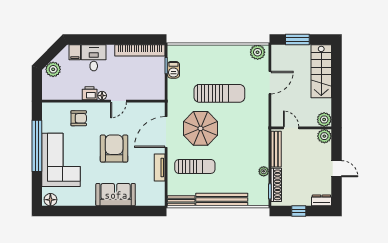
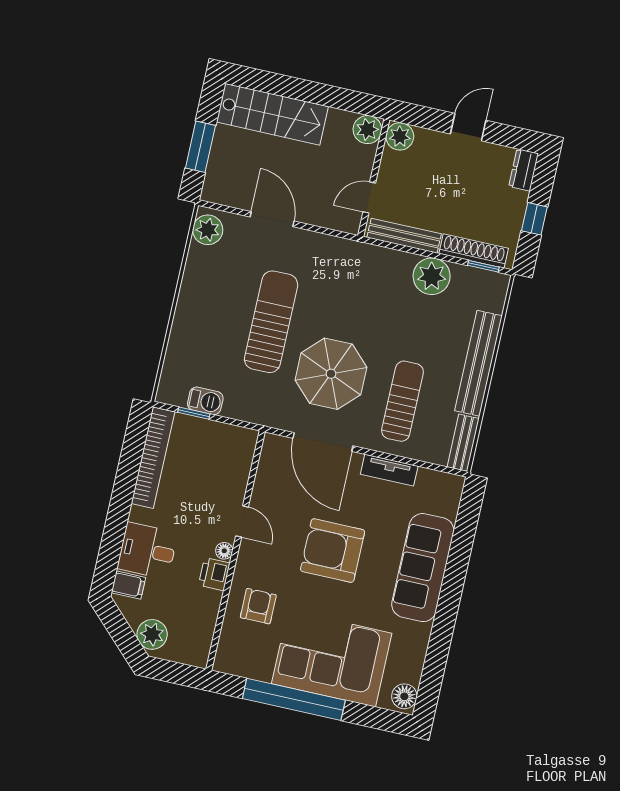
plant: (264, 171) -> (432, 276), width x1.87, depth x1.87
sofa: (116, 195) -> (423, 568), width x1.36

